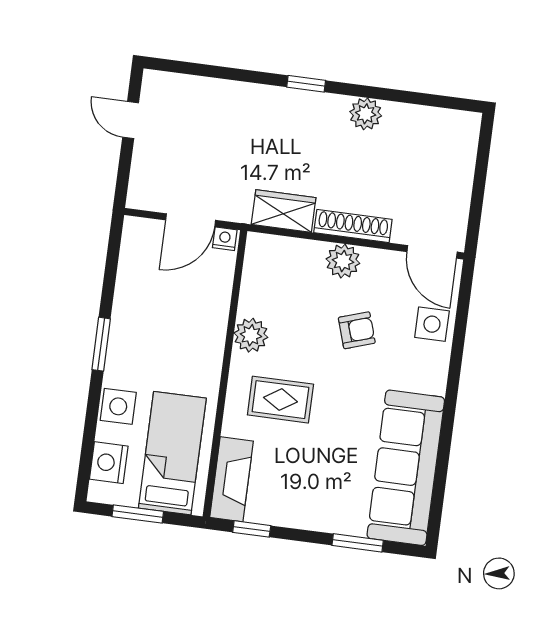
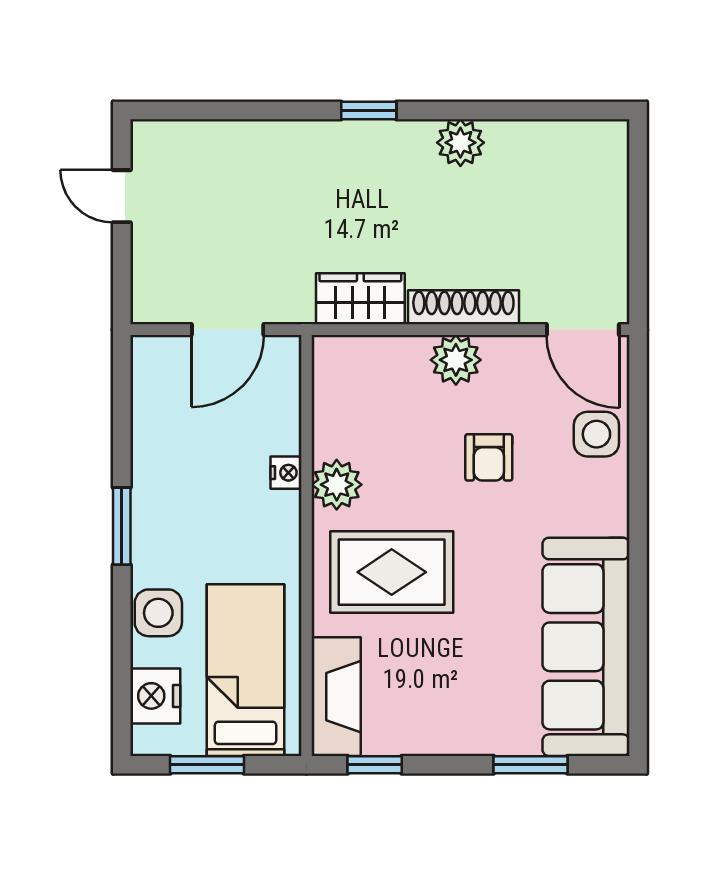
nightstand: (225, 239) -> (286, 473), moved, turned 90
armchair: (357, 330) -> (489, 457), turned 108
rug: (280, 400) -> (392, 572), width x1.36, depth x1.43

